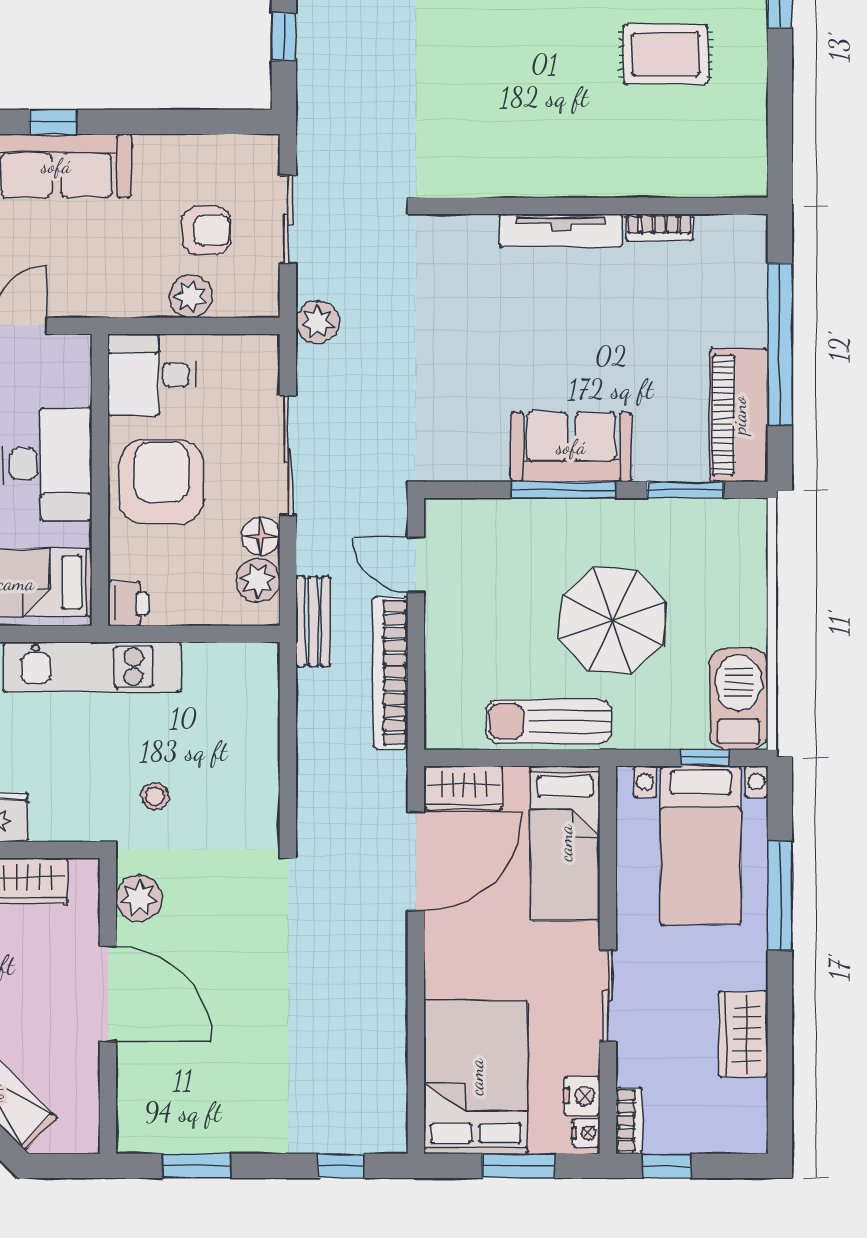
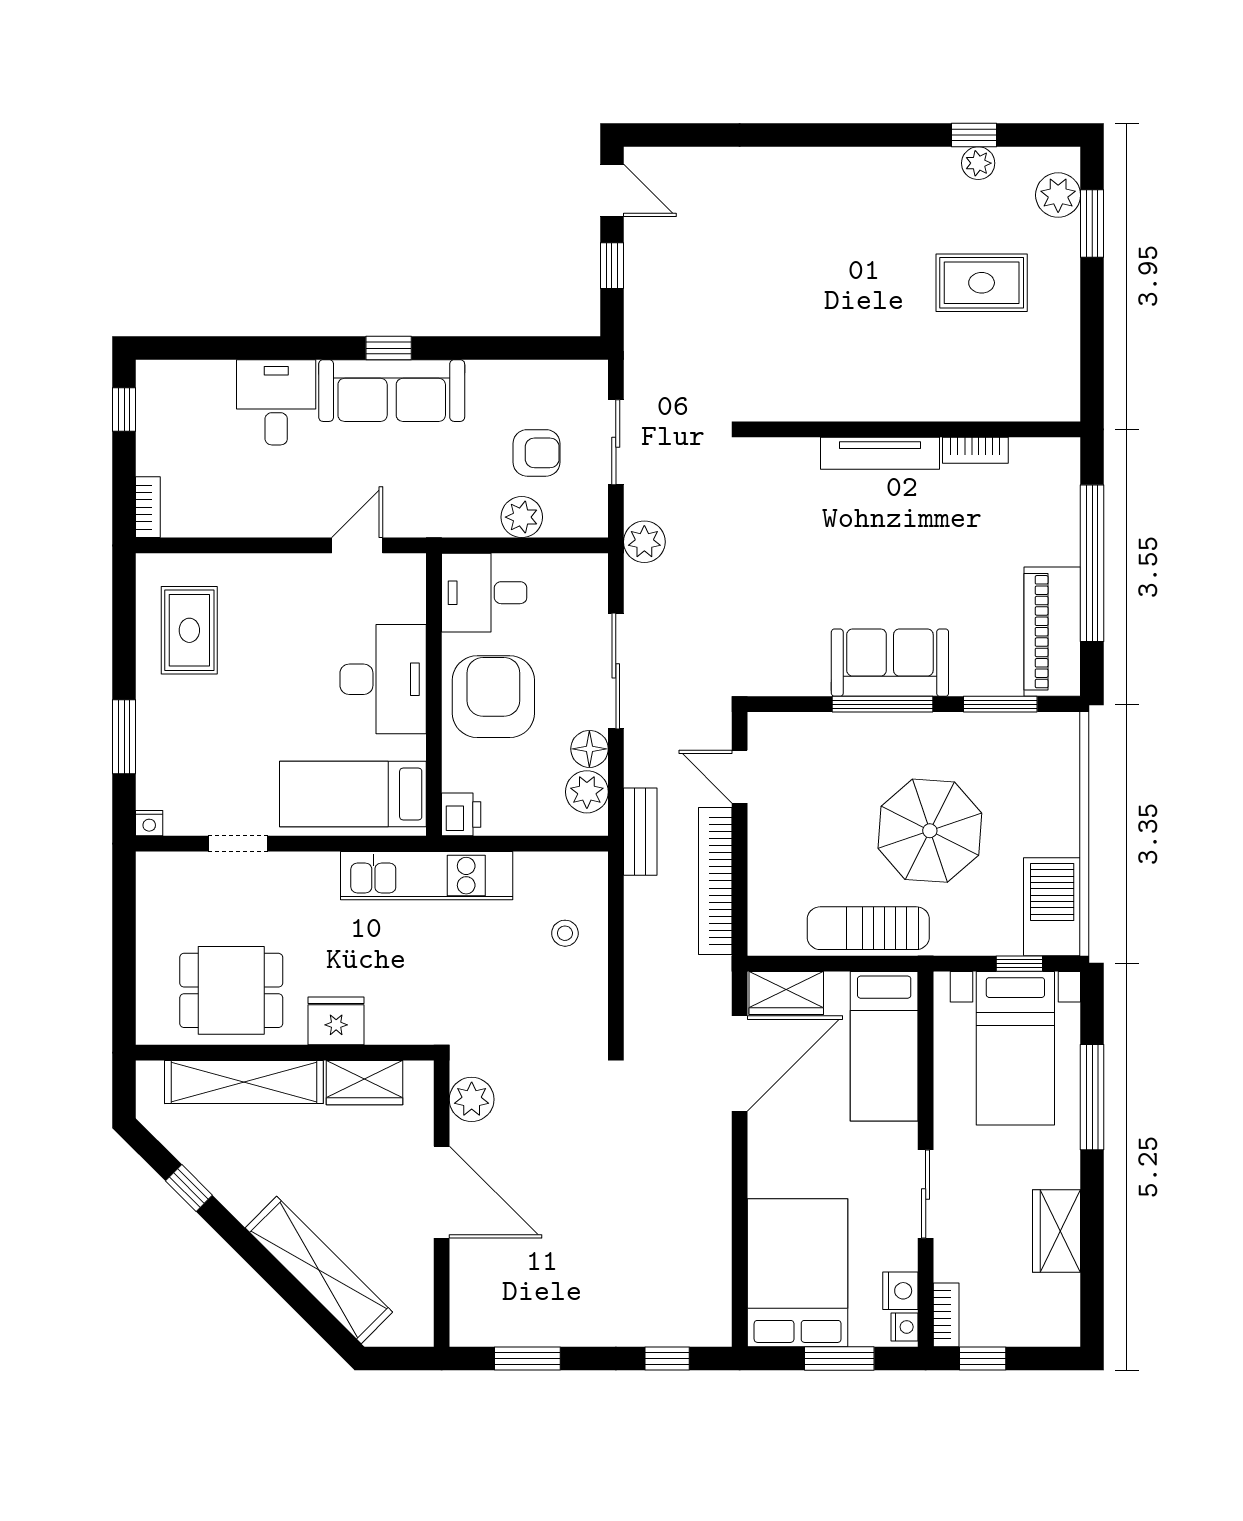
stool: (155, 796) -> (565, 933), moved

